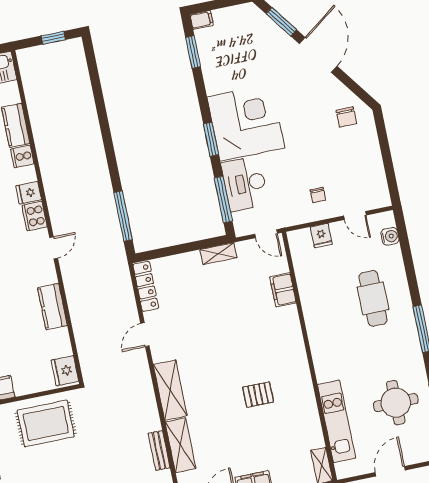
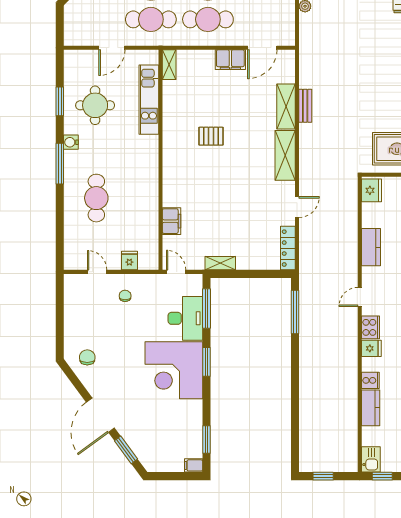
water cooler: (390, 236) -> (71, 142), moved

